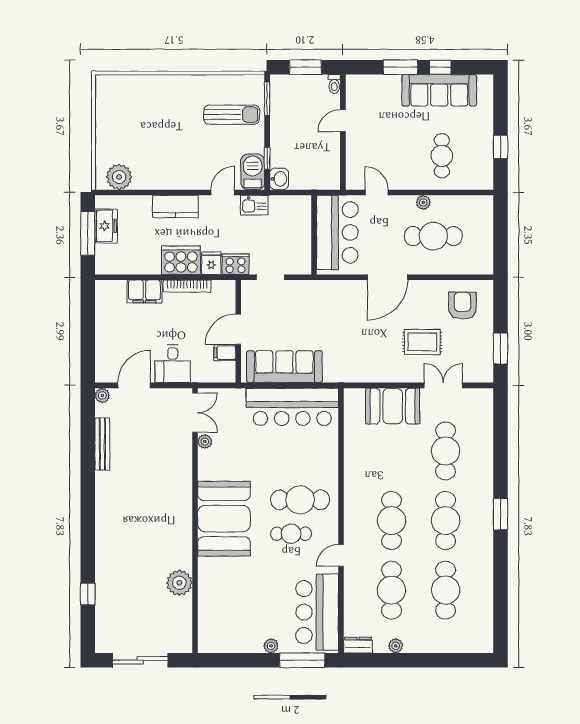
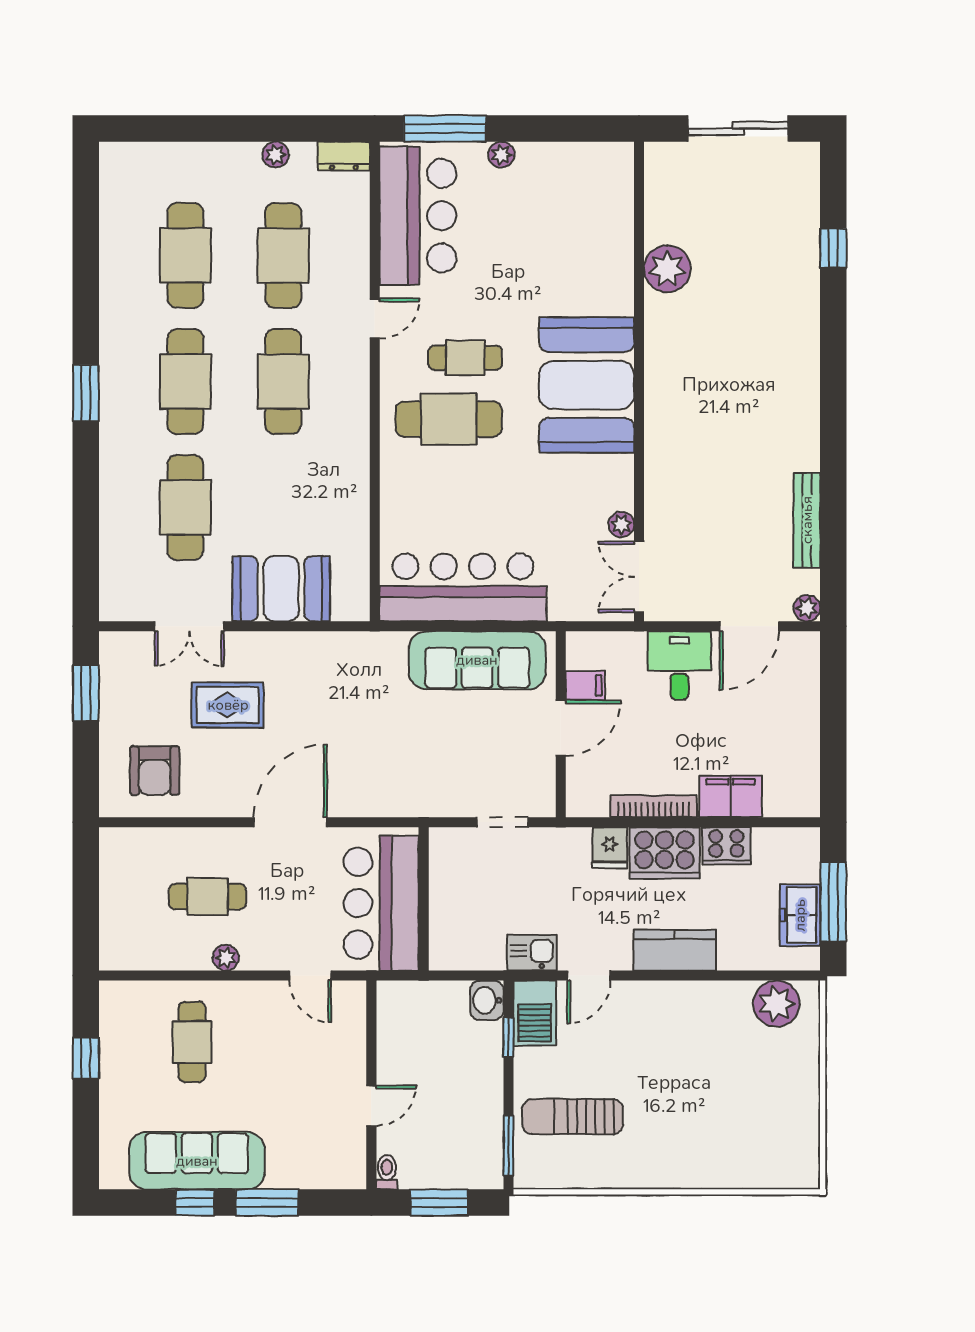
cafe table: (433, 236) -> (207, 897), width x0.73, depth x0.74
cooker: (236, 264) -> (726, 846), moved

